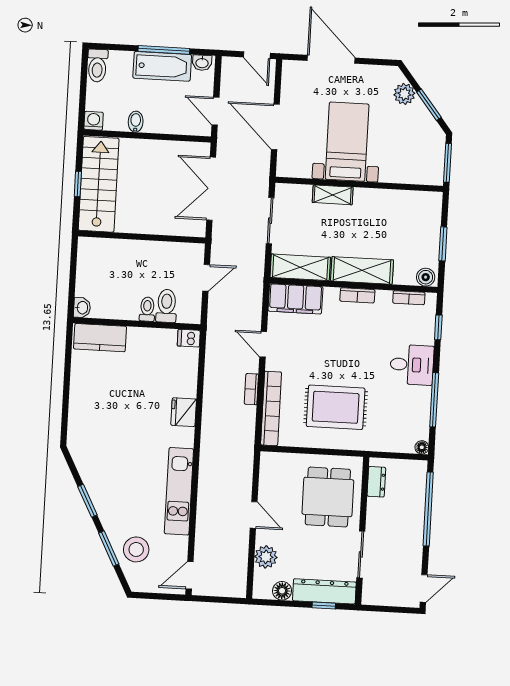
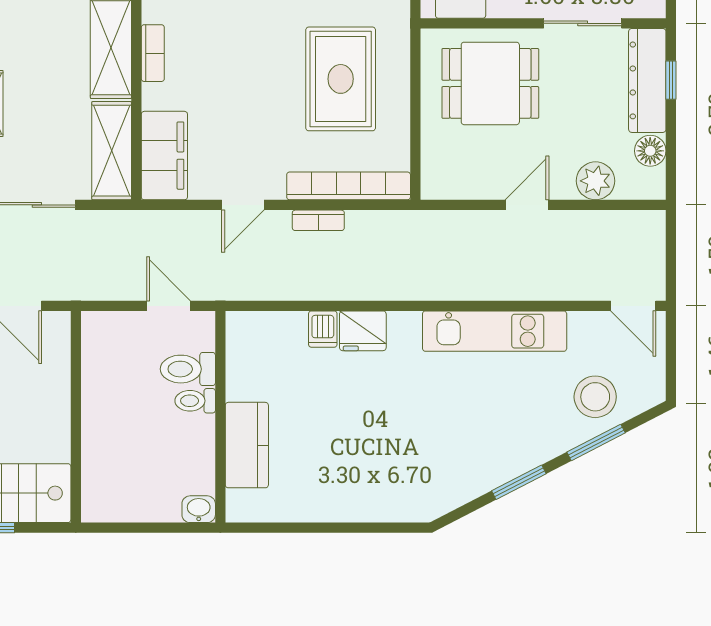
door: (206, 278) -> (168, 306), moved
kitchen counter: (100, 338) -> (247, 445), moved
dishwasher: (189, 338) -> (323, 329), moved

